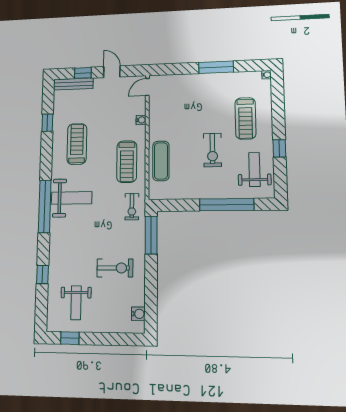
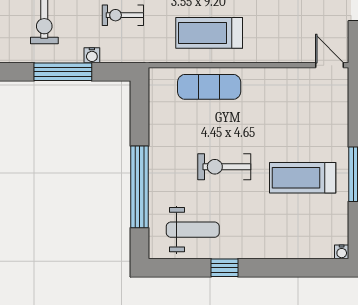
treadmill: (245, 118) -> (303, 178), moved
water cooler: (141, 120) -> (92, 55), moved
exercise bike: (132, 207) -> (123, 15), moved
window: (151, 235) -> (63, 72), moved

